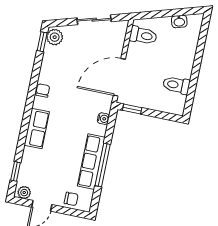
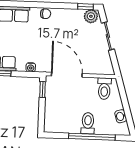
sliding door: (94, 20) -> (108, 36), moved
window: (198, 60) -> (92, 137), added
toilet: (176, 85) -> (88, 123), moved

